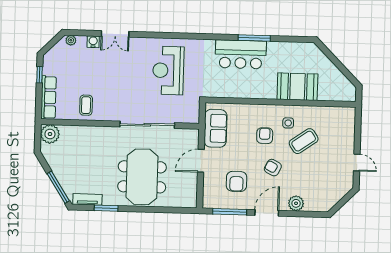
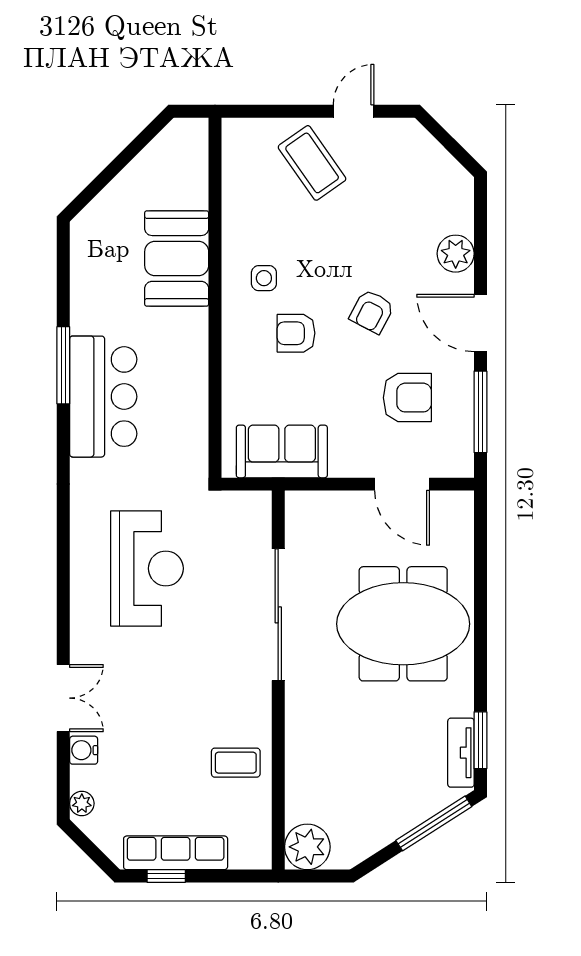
reception desk: (168, 70) -> (147, 568), turned -90
row of seats: (49, 97) -> (176, 853), moved
coffee table: (304, 141) -> (312, 163), moved
door: (201, 161) -> (402, 484), moved
window: (106, 208) -> (480, 740), moved

